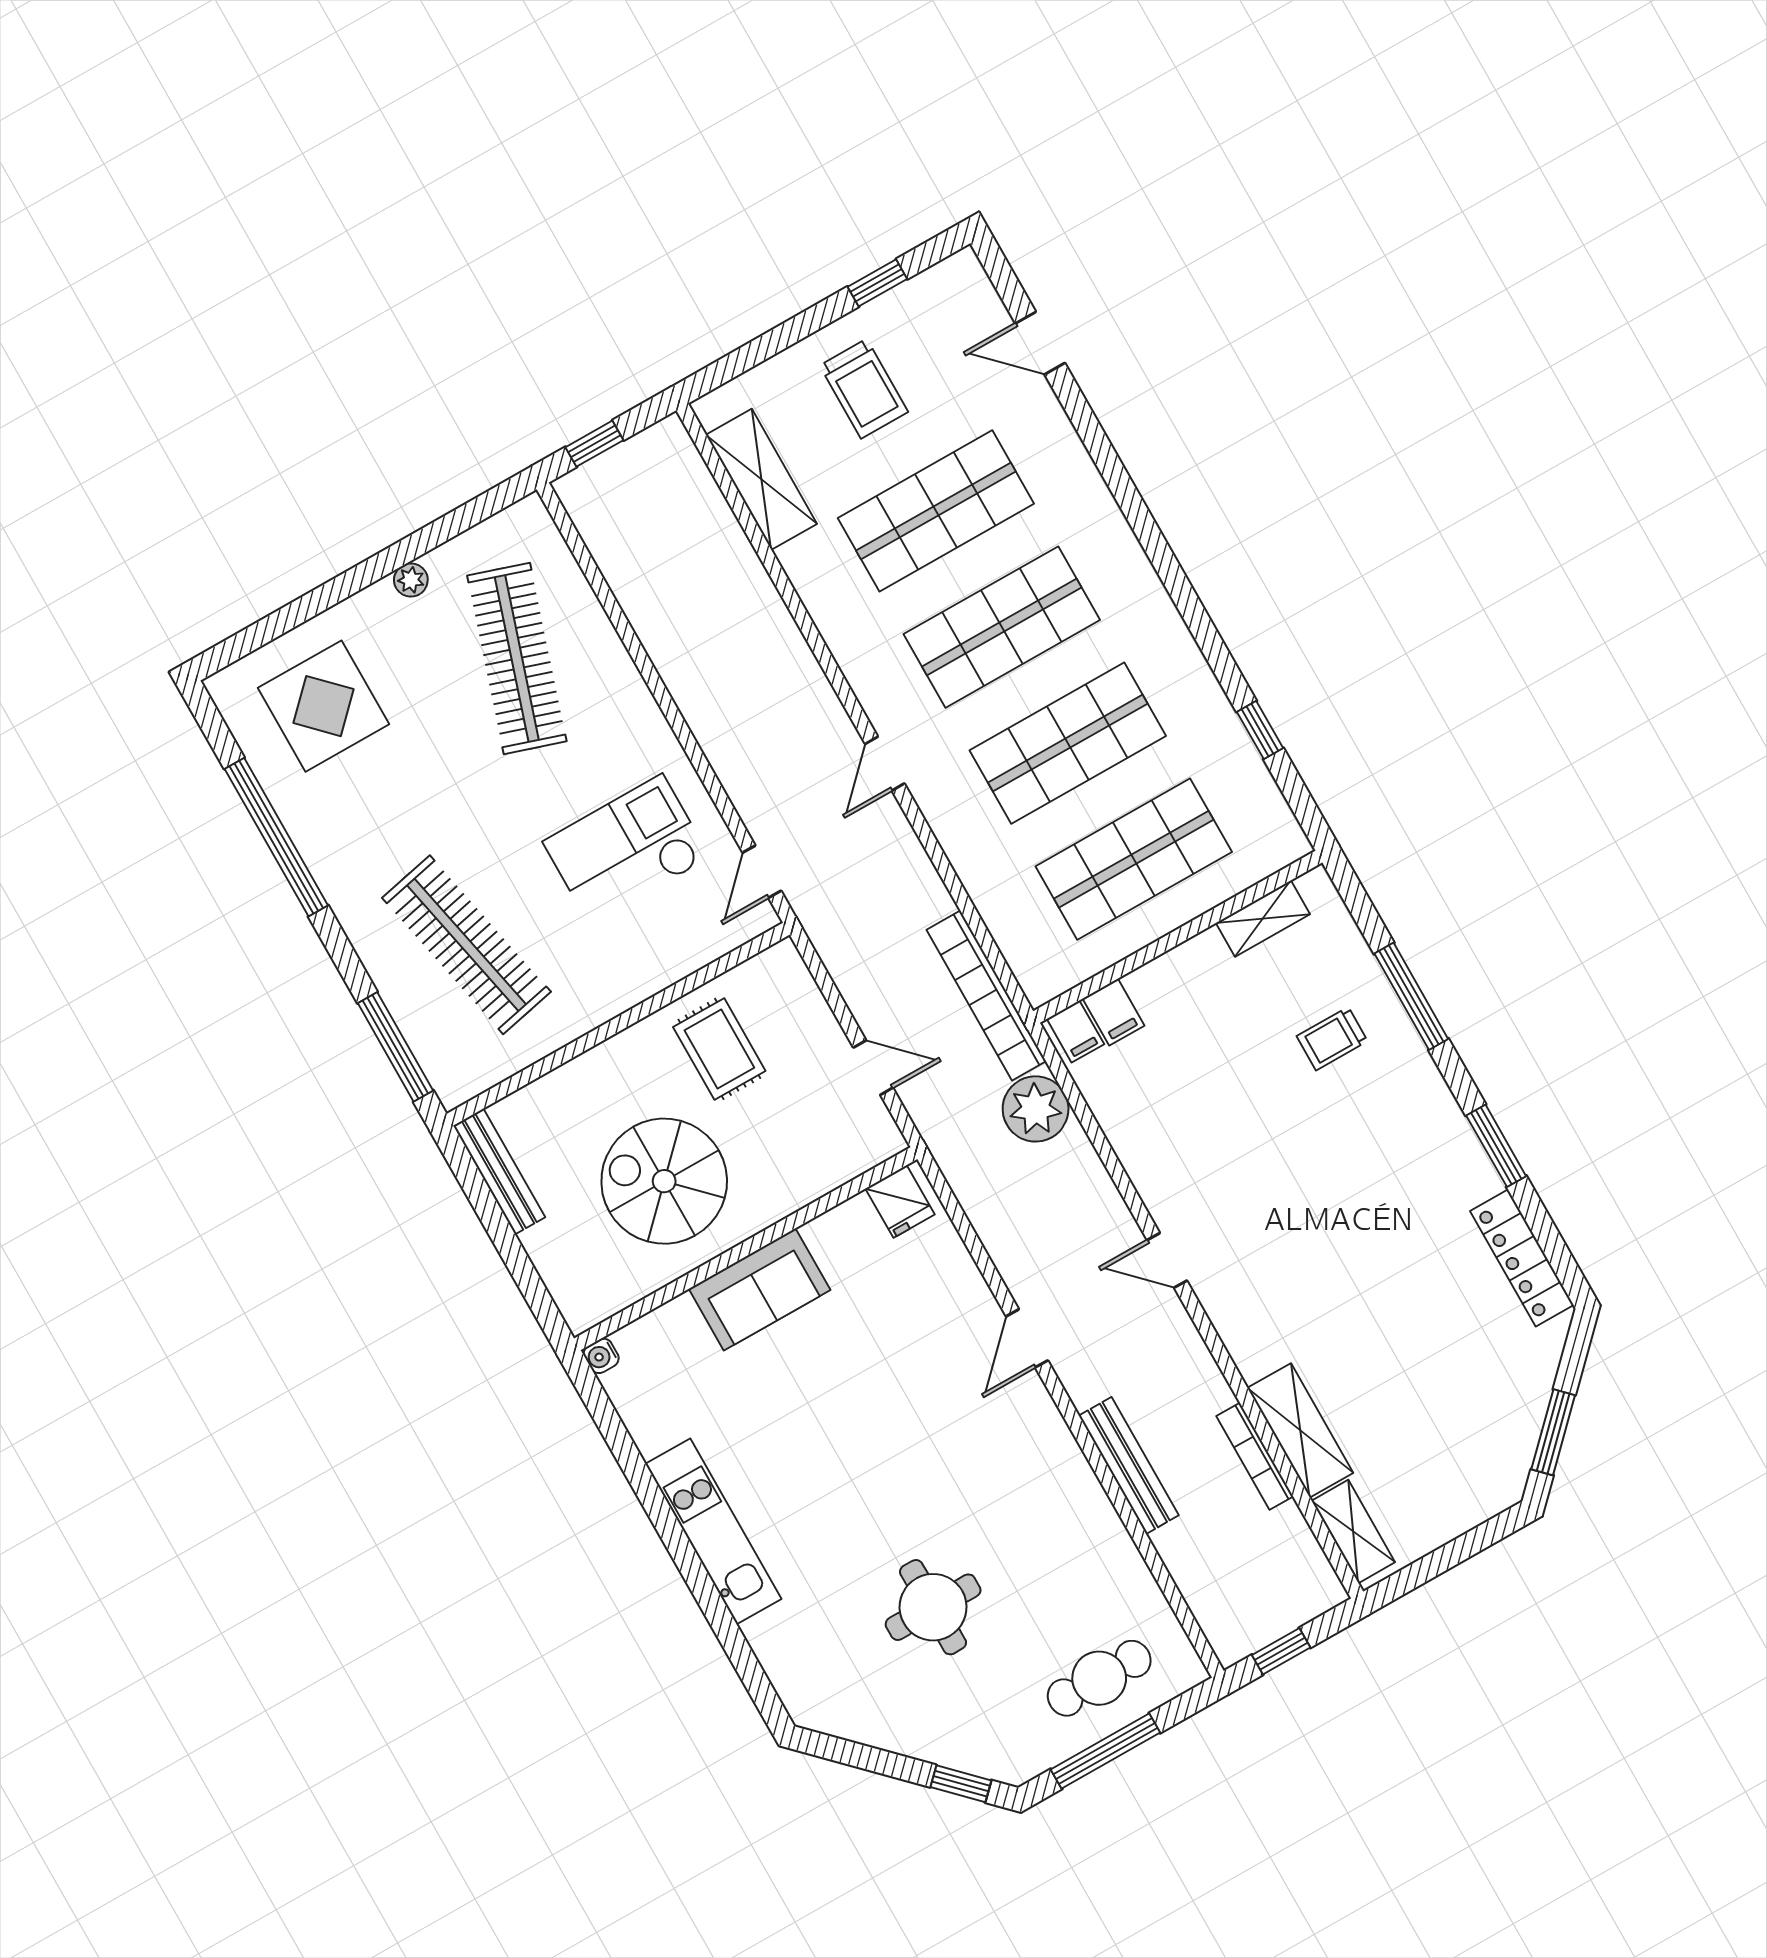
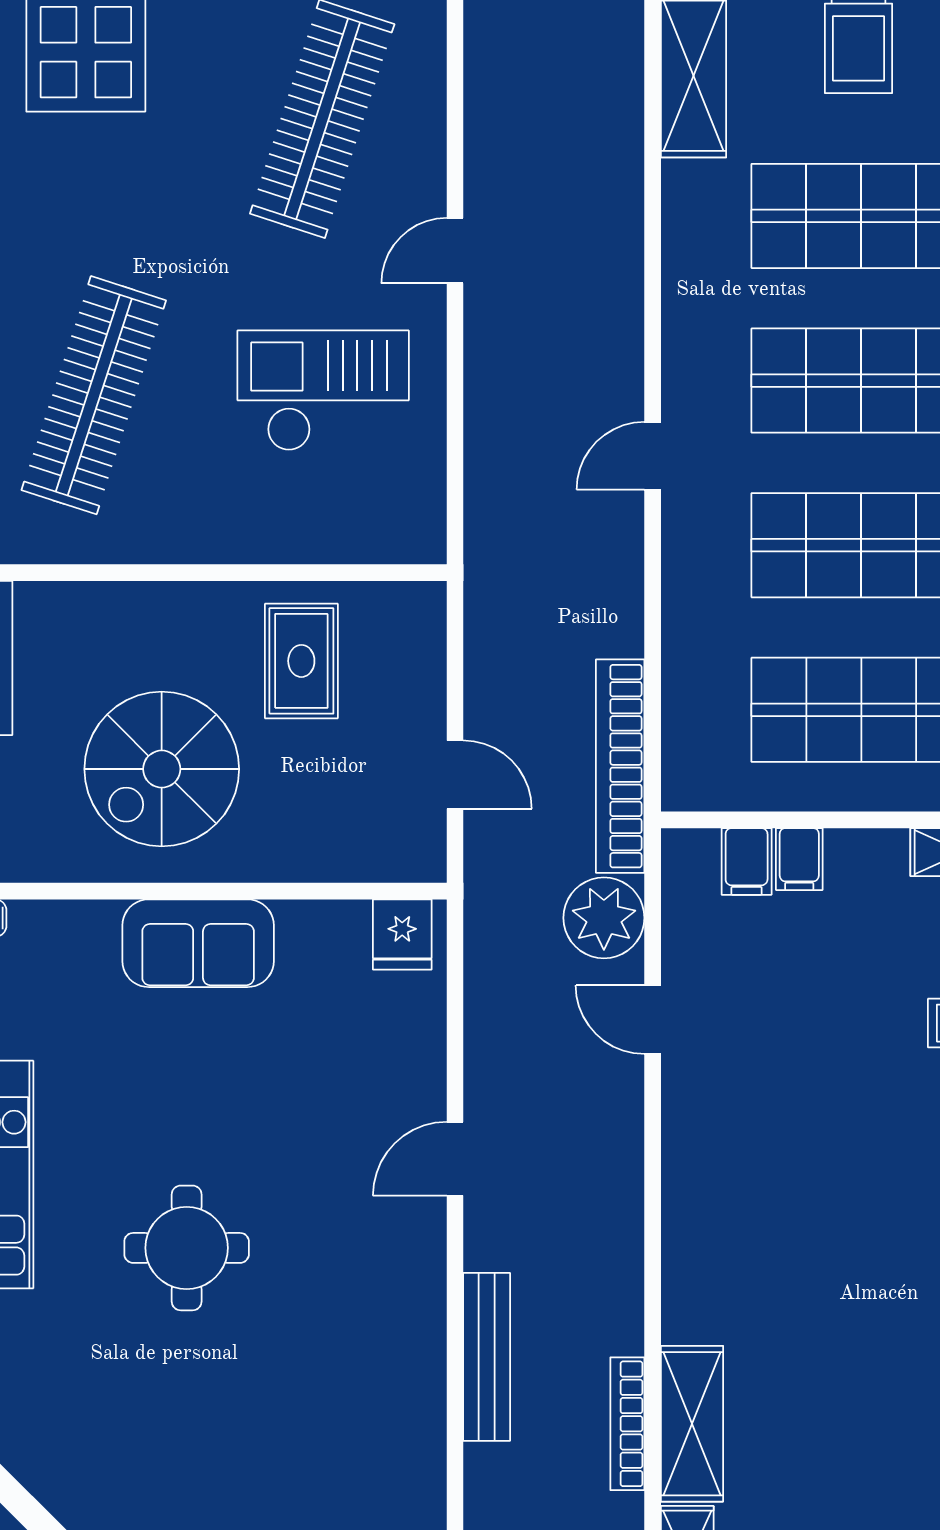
door: (762, 872) -> (455, 251), moved
clothes rail: (466, 945) -> (94, 395), turned 30
filing cabinet: (1075, 1031) -> (799, 859), moved
spiral stairs: (664, 1181) -> (162, 769), turned -90
door: (1167, 1260) -> (653, 1020), moved
round table: (933, 1607) -> (187, 1248), moved

